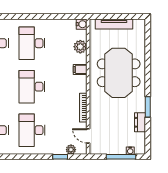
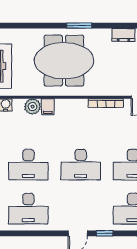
filing cabinet: (80, 69) -> (48, 107), moved
window: (148, 107) -> (79, 26), moved

